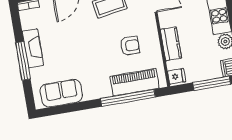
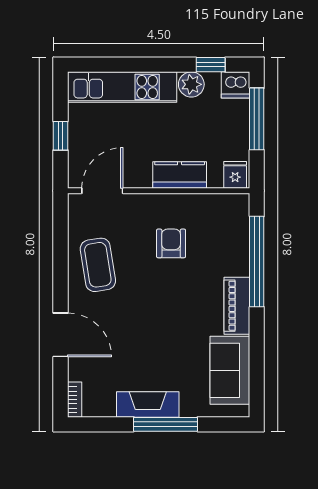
piano: (135, 82) -> (237, 306), moved, width x0.73, depth x0.75

